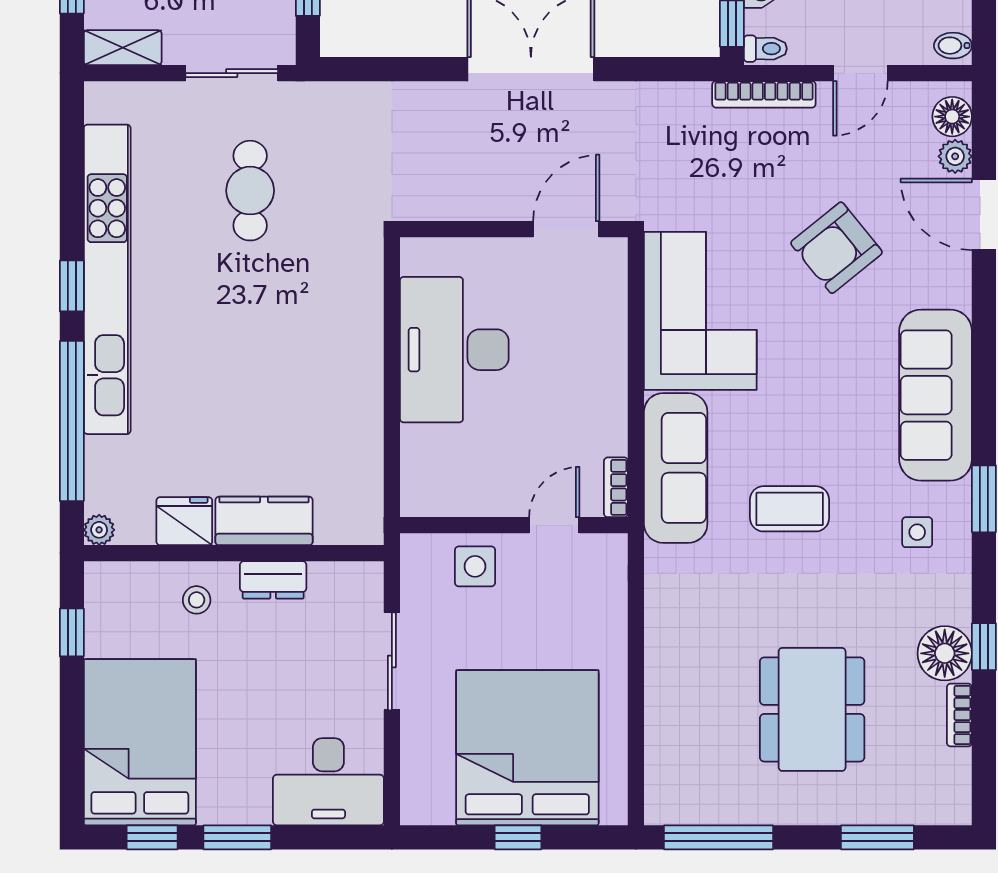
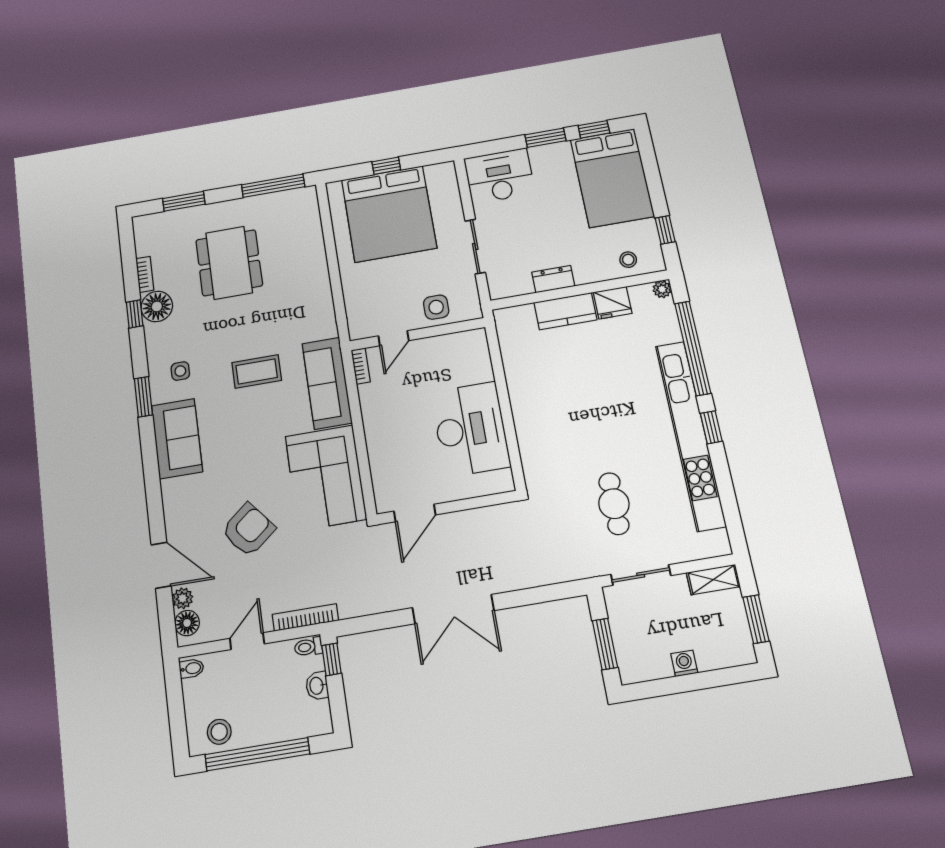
sofa: (936, 395) -> (177, 439), width x0.73
stool: (197, 600) -> (628, 260), moved

